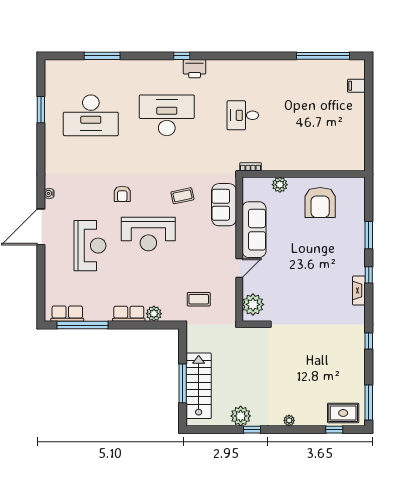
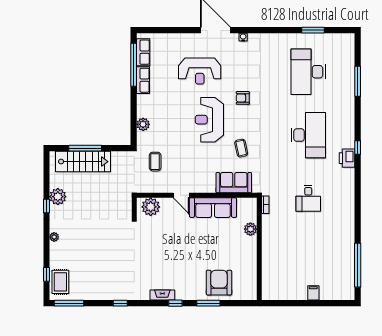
filing cabinet: (356, 86) -> (313, 293), moved
desk: (243, 115) -> (308, 198), turned 180
armchair: (320, 202) -> (219, 283), moved, turned 90
row of seats: (129, 314) -> (143, 80), moved

